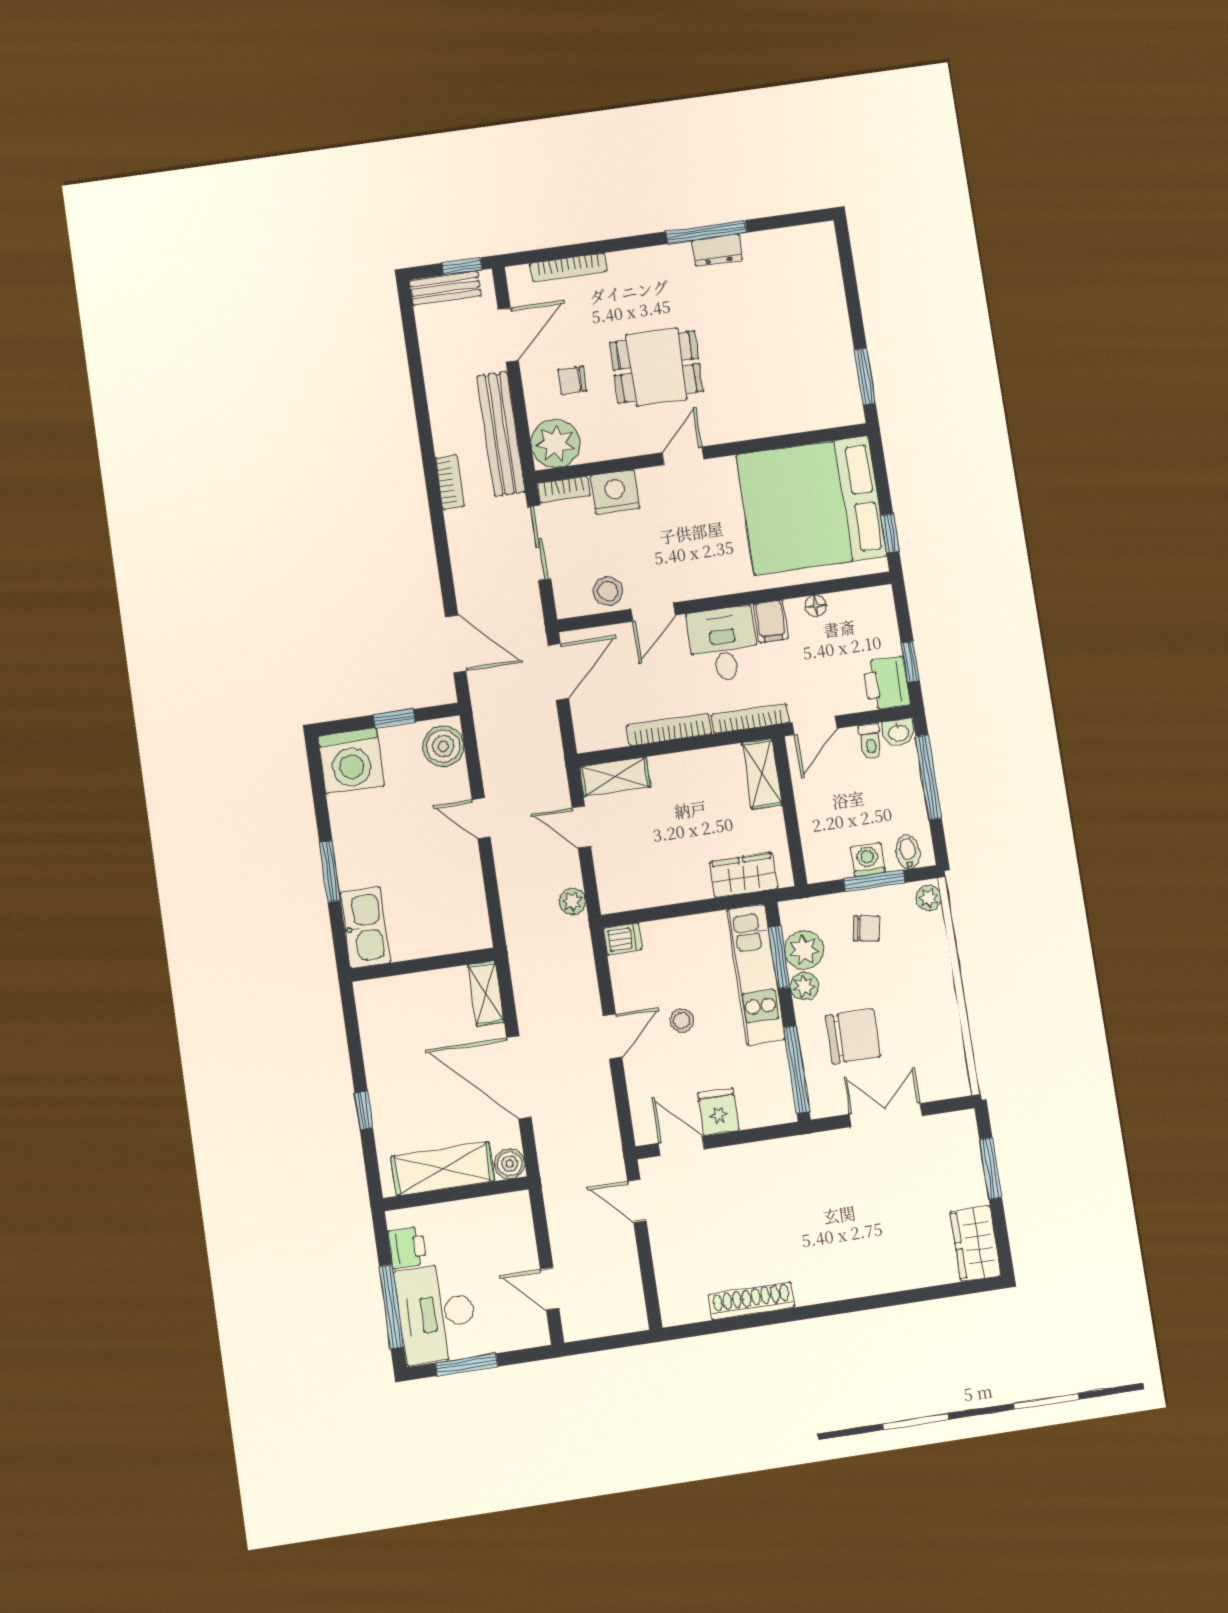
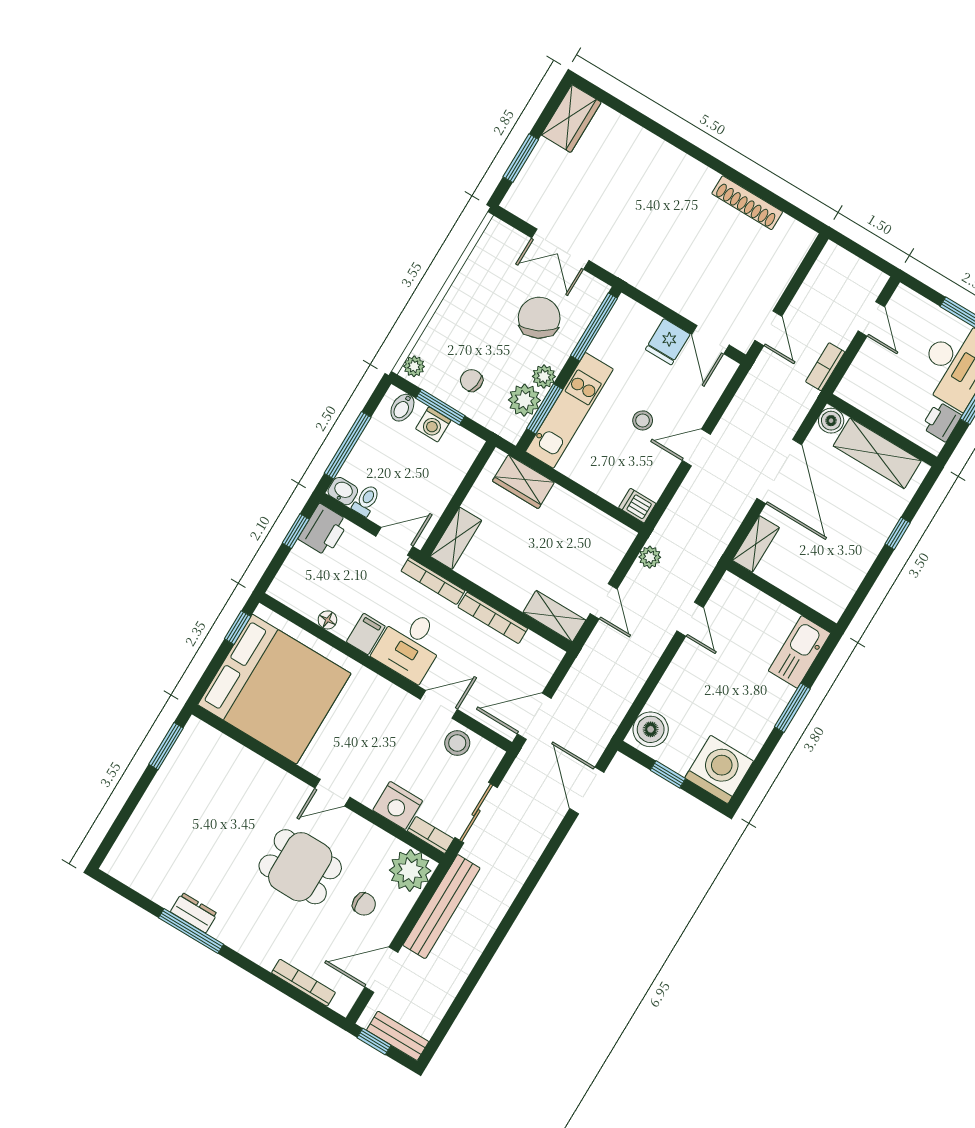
bookcase: (450, 482) -> (825, 367), moved
door: (481, 818) -> (690, 619), moved
chair: (853, 1036) -> (539, 318), turned 62

